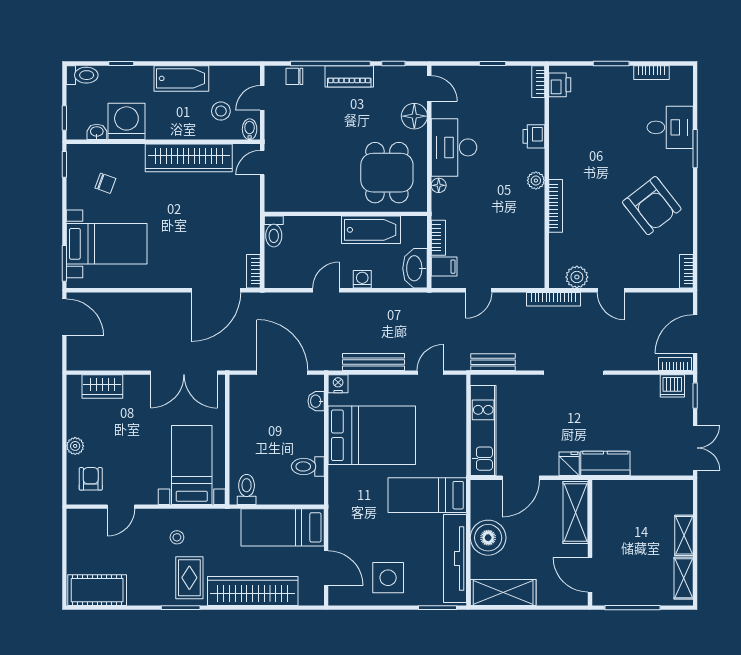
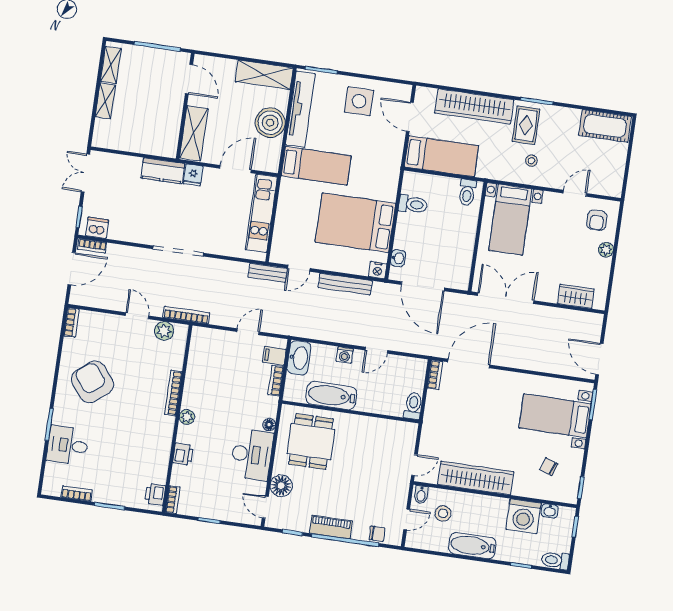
bench: (493, 362) -> (268, 273), moved

